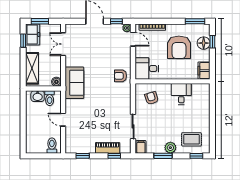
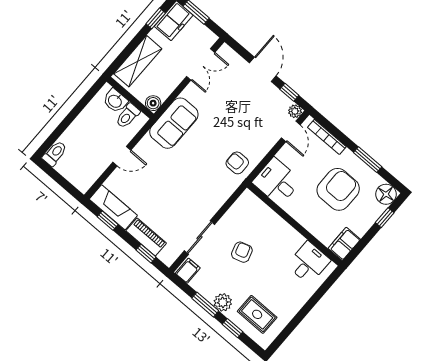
window: (195, 21) -> (368, 160), moved
floor lamp: (204, 43) -> (386, 194), moved
double door: (63, 44) -> (201, 64), swing flipped
armchair: (179, 47) -> (338, 189), turned 180
desk: (181, 94) -> (309, 263), moved
armchair: (152, 98) -> (242, 252), moved
door: (63, 120) -> (122, 156), swing flipped
toilet: (52, 146) -> (55, 154), moved
fireplace: (80, 147) -> (113, 207), added
window: (196, 156) -> (232, 328), moved

